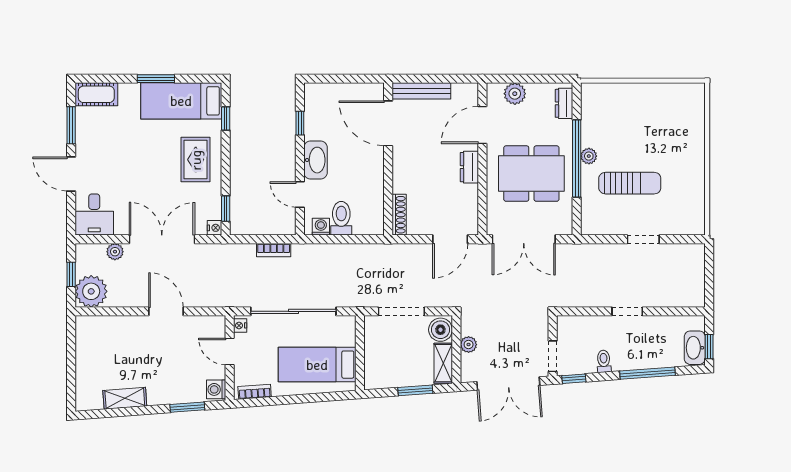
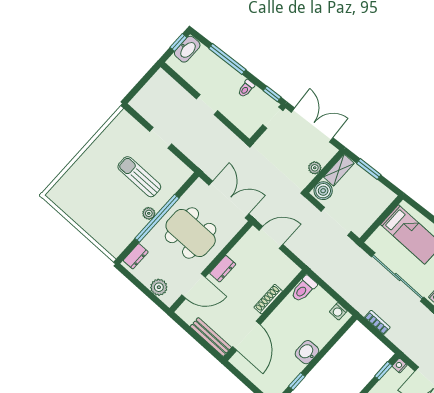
washbasin: (315, 160) -> (307, 352), width x0.72
door: (300, 194) -> (334, 341), removed
shoe rack: (399, 215) -> (268, 299), moved
toilet: (341, 218) -> (304, 289), moved

